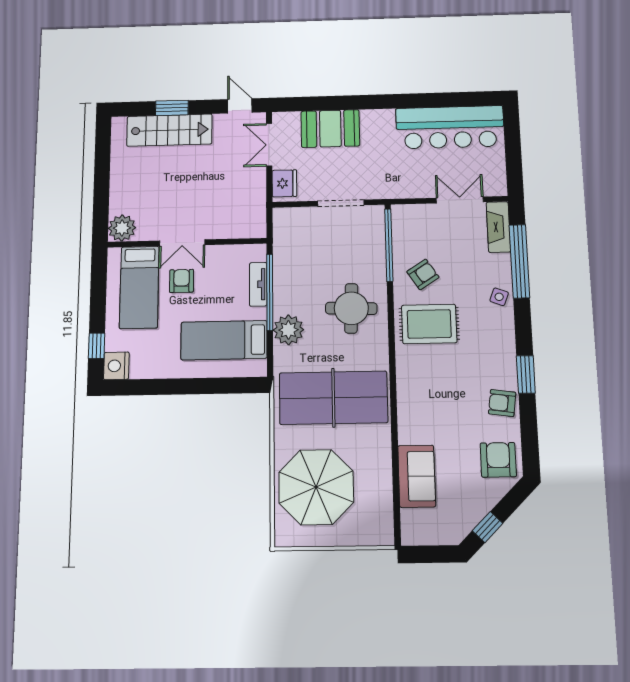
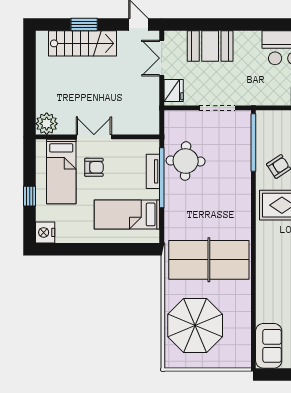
double door: (182, 243) -> (94, 137), swing flipped
armchair: (182, 281) -> (94, 167), turned 90
round table: (351, 308) -> (186, 161), moved
plant: (288, 330) -> (176, 207), removed
window: (97, 346) -> (30, 196), moved
sofa: (417, 476) -> (269, 346), moved

